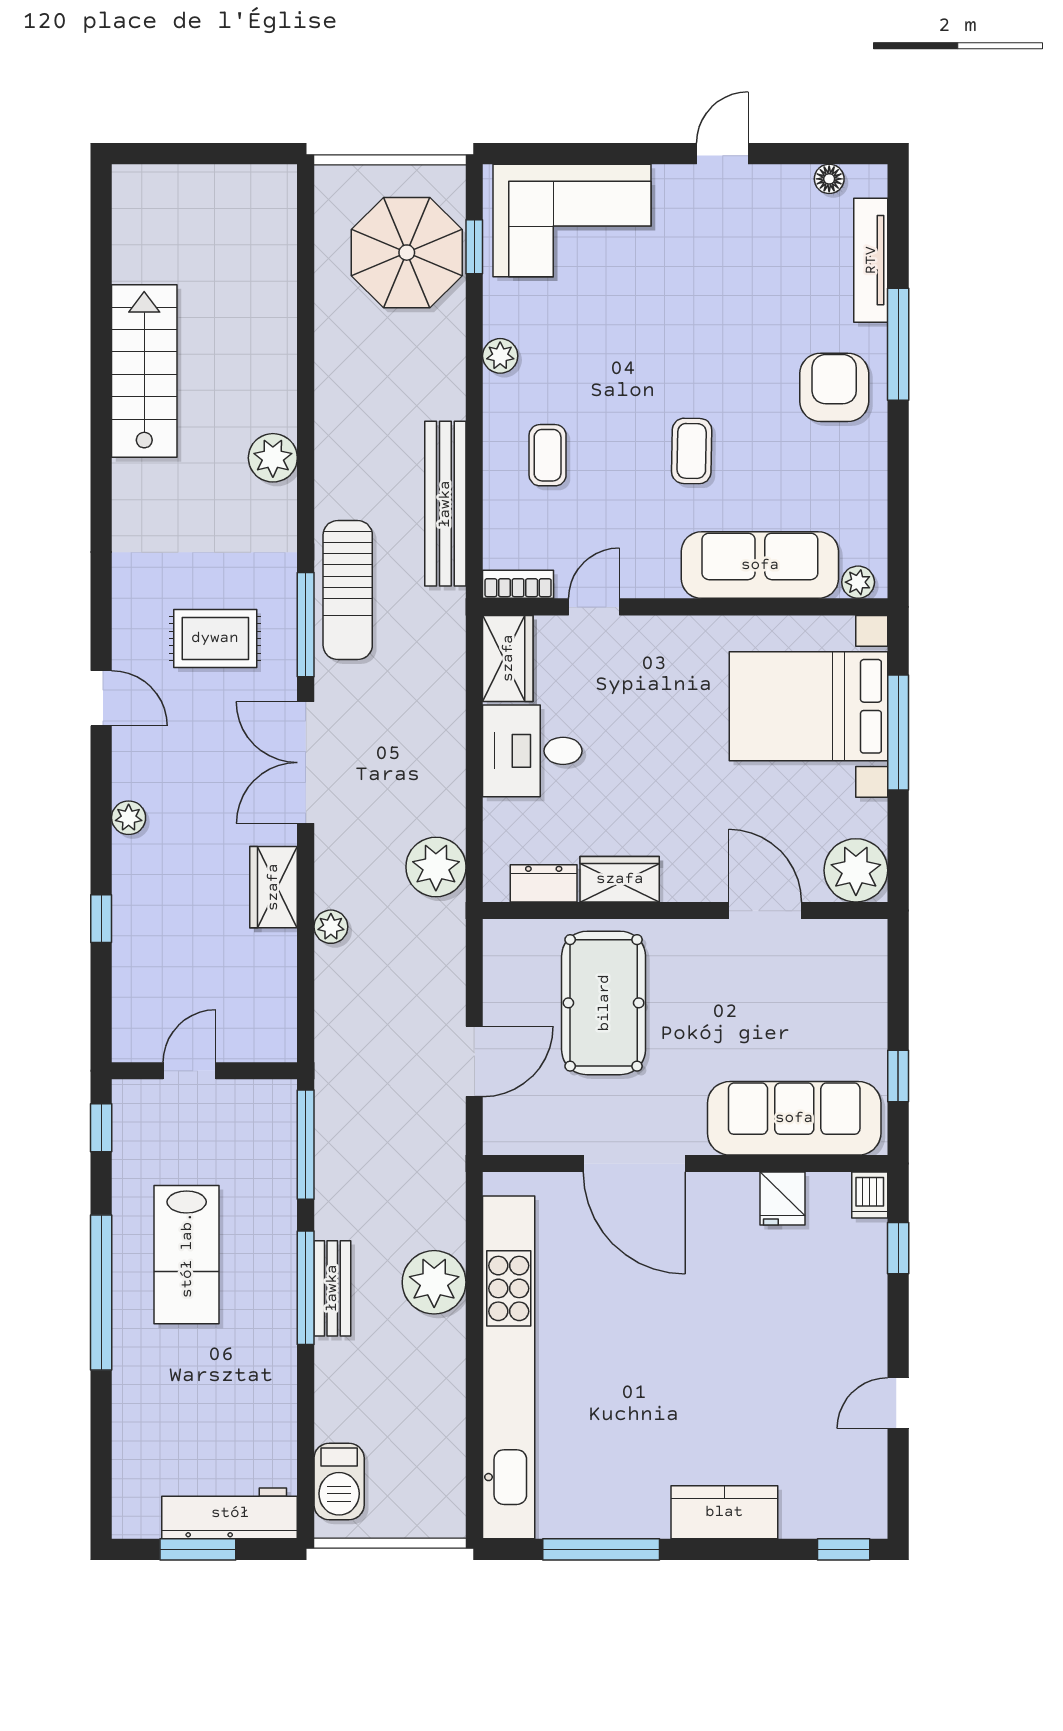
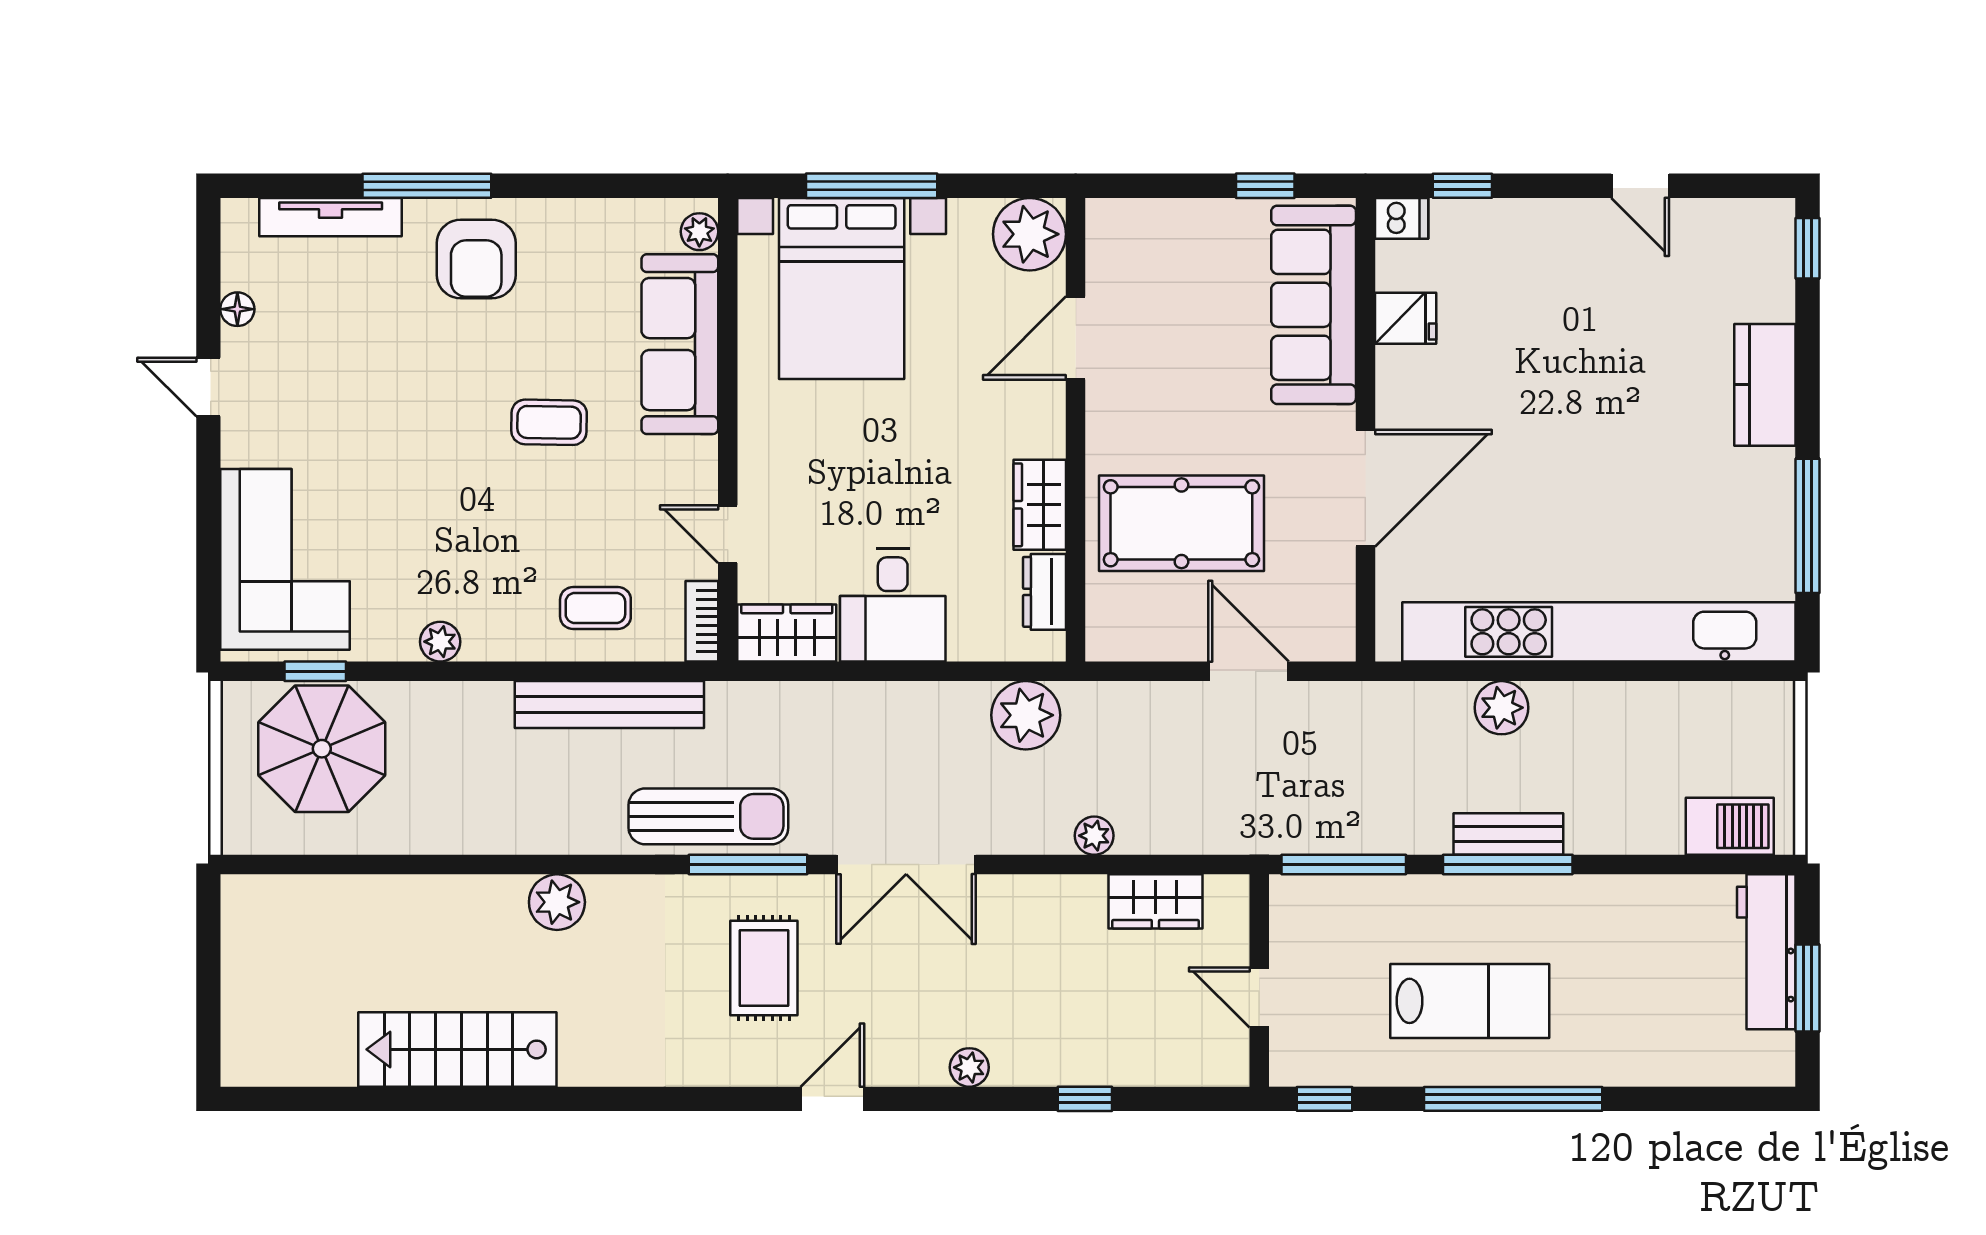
floor lamp: (829, 179) -> (237, 309), moved
armchair: (834, 387) -> (476, 259), turned -90
coffee table: (548, 455) -> (595, 608), moved
wardrobe: (273, 887) -> (1155, 901), moved
plant: (434, 1282) -> (1502, 708), width x0.73, depth x0.73

